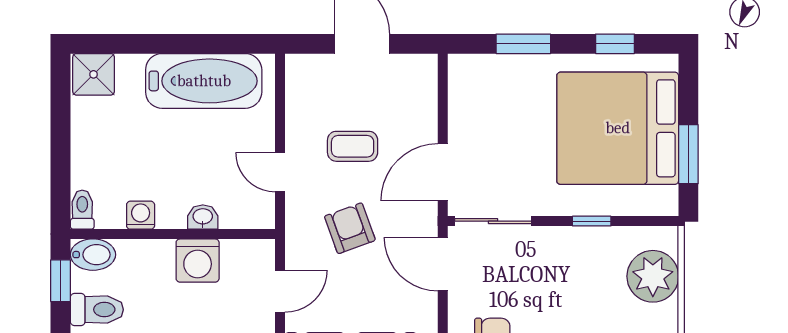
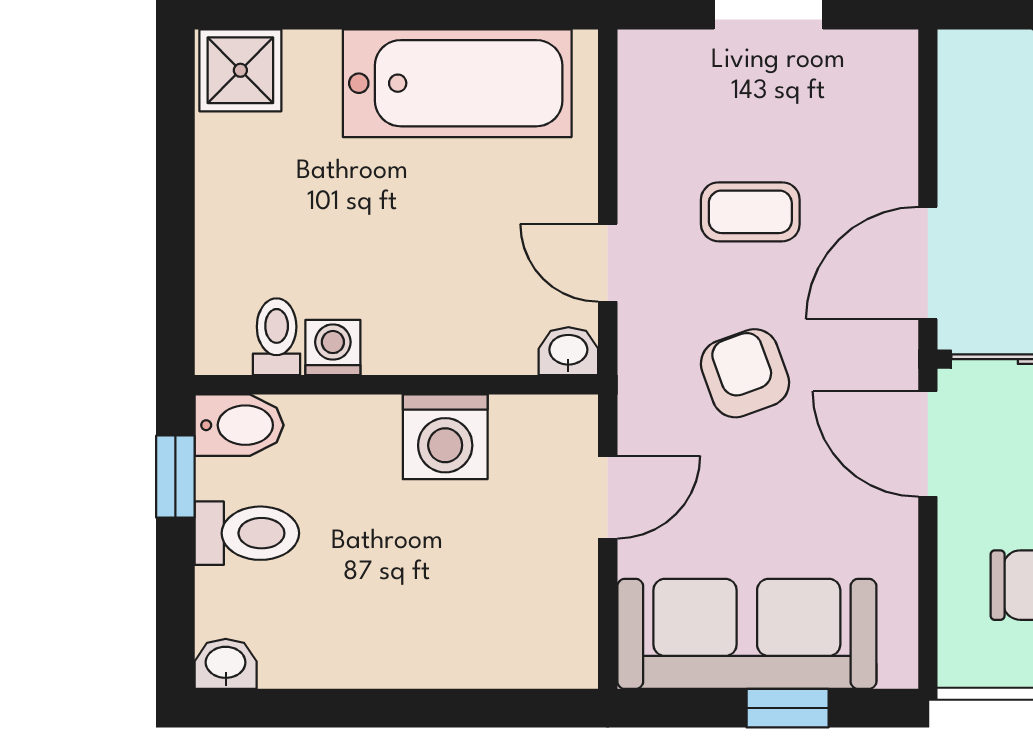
toilet: (82, 210) -> (277, 337), moved
washbasin: (203, 217) -> (568, 351), moved

